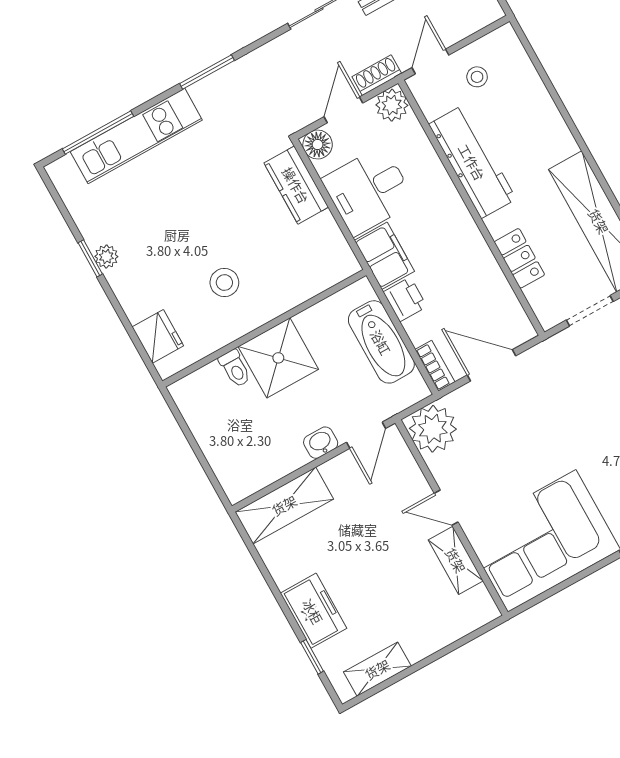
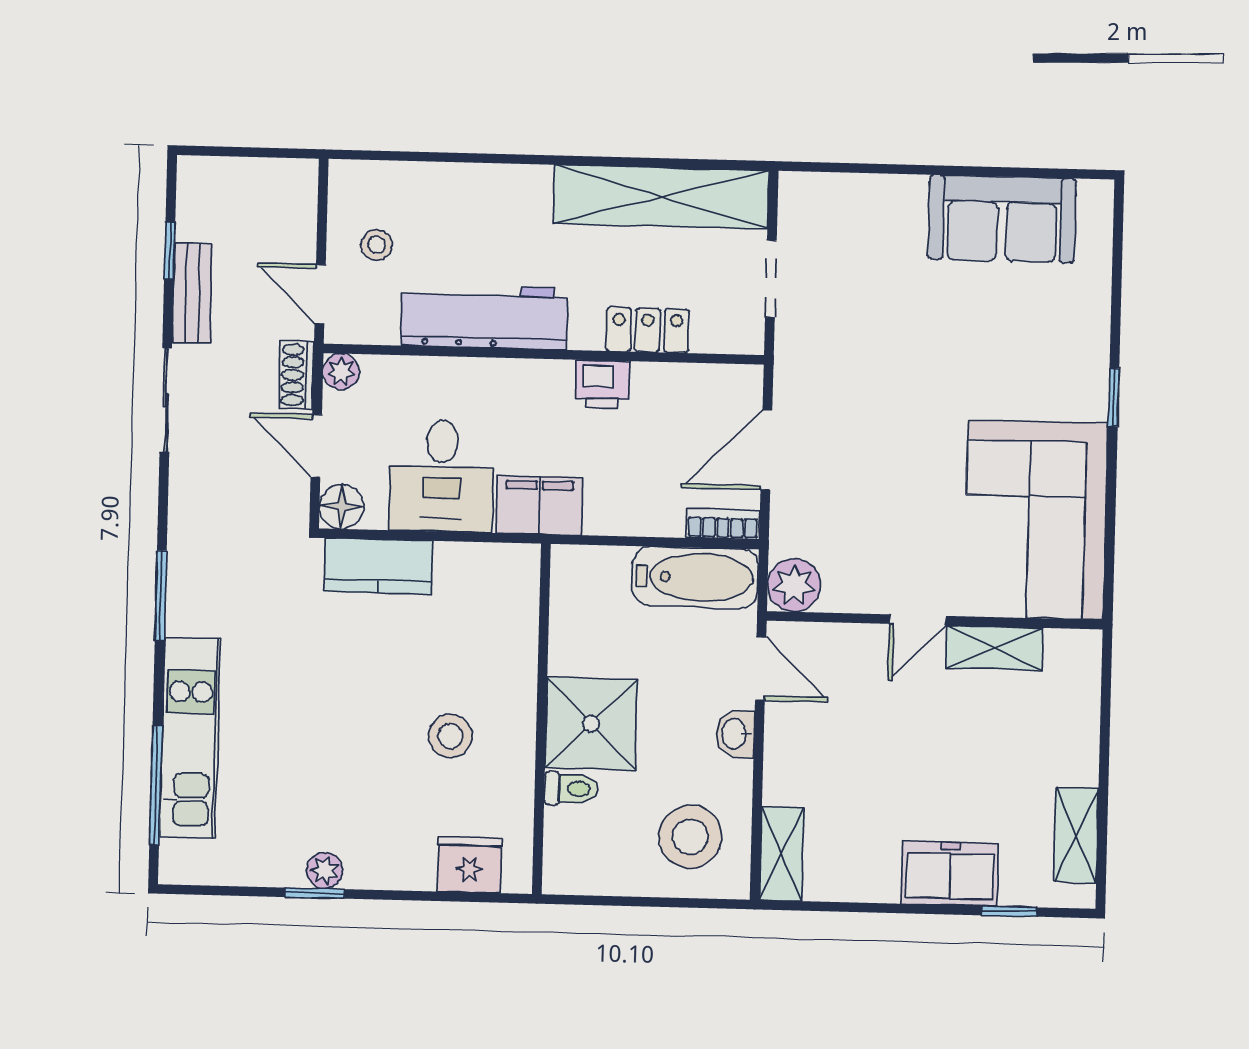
plant: (392, 105) -> (341, 372), width x0.73, depth x0.73
printer: (405, 299) -> (602, 384), moved, turned 180
bathtub: (381, 342) -> (695, 577), moved
plant: (433, 429) -> (794, 585), width x0.73, depth x0.73
stool: (248, 452) -> (690, 837), added
shelving: (284, 505) -> (782, 854), width x0.67, depth x0.75

